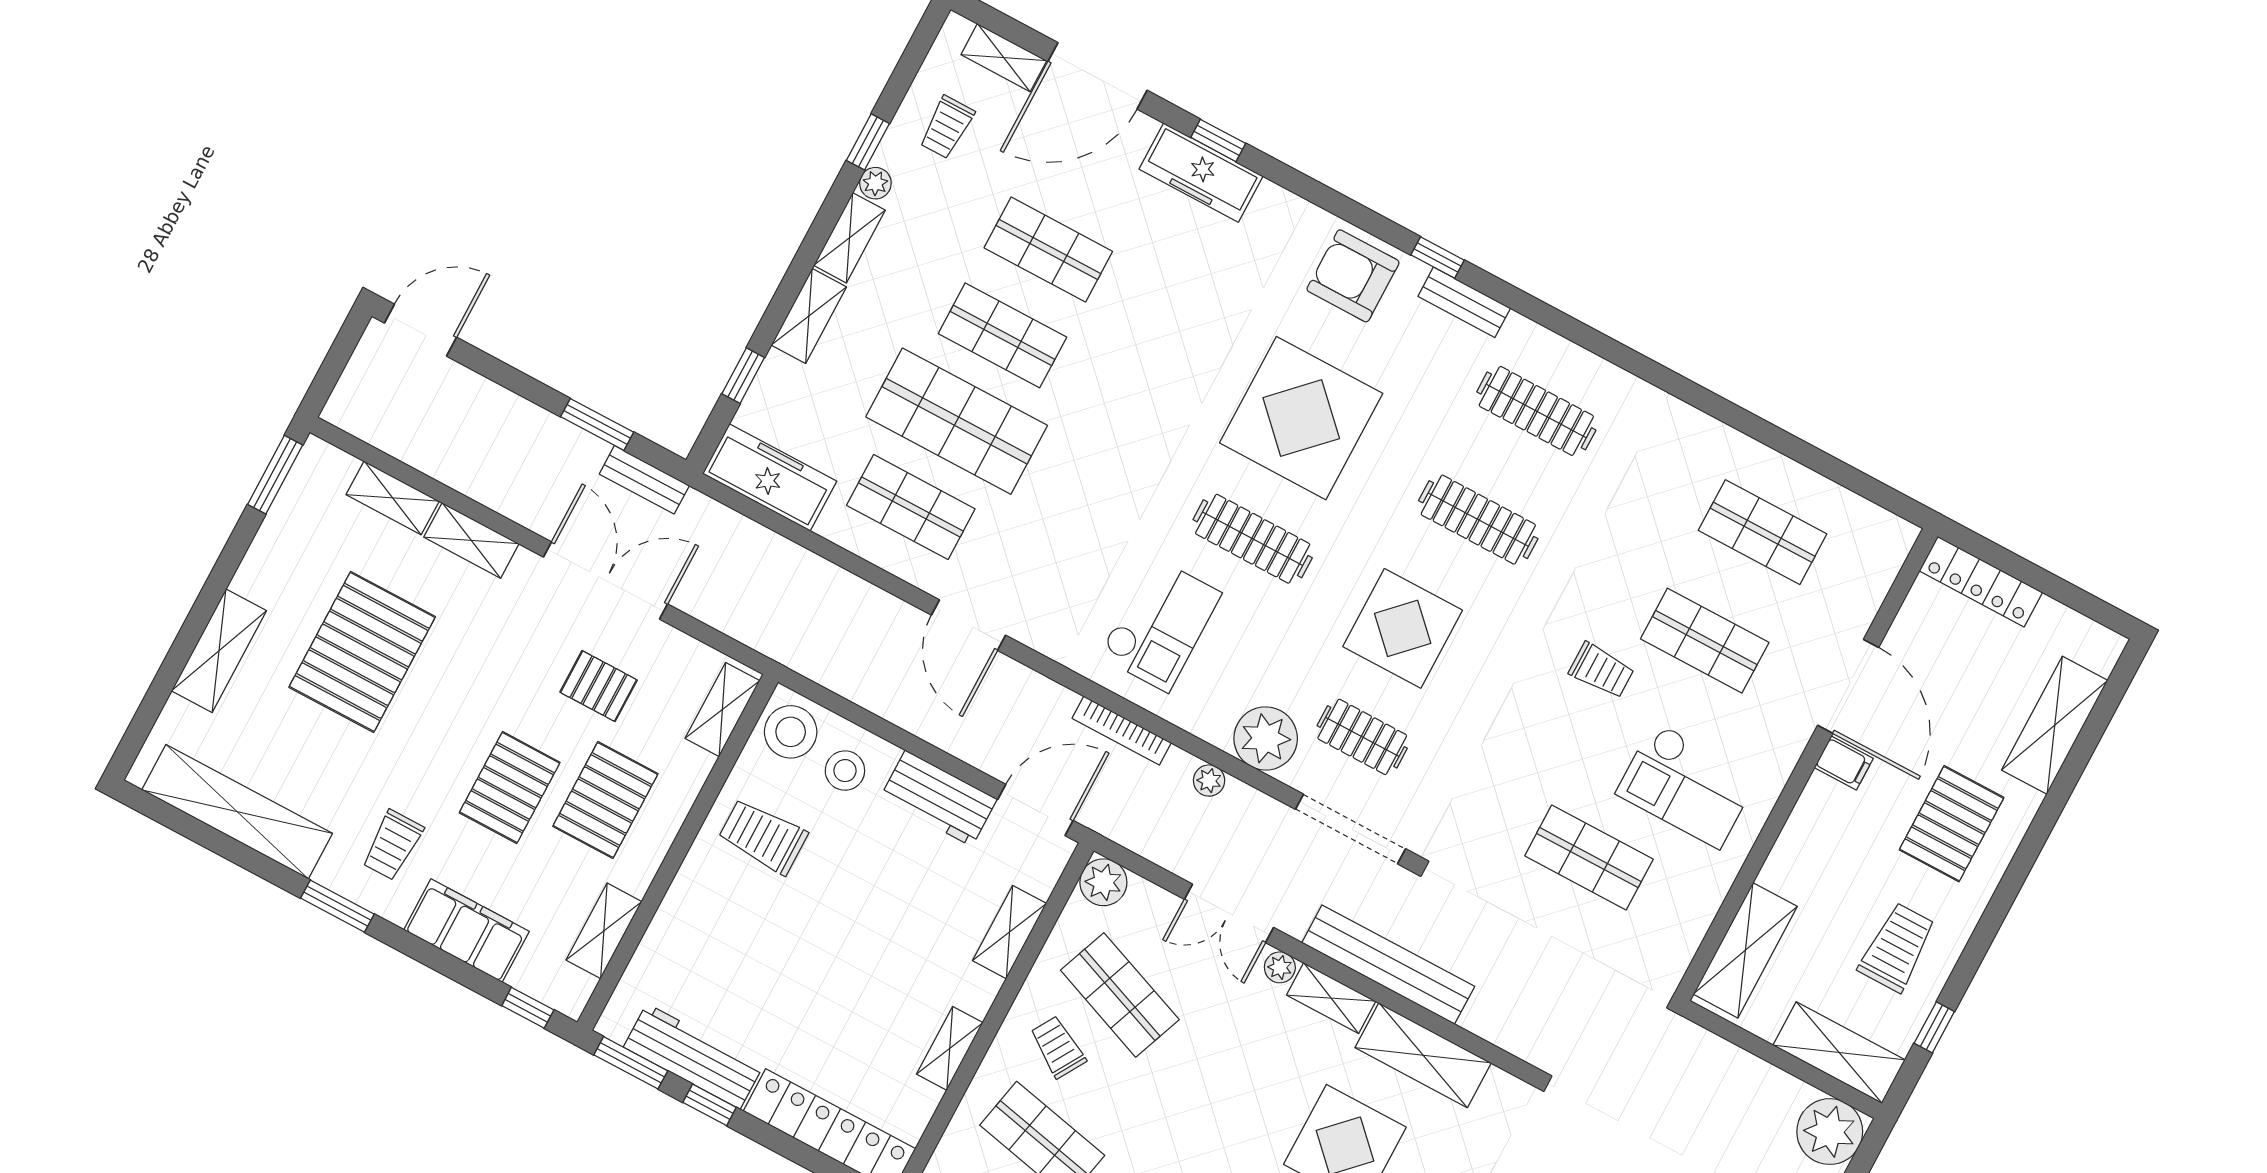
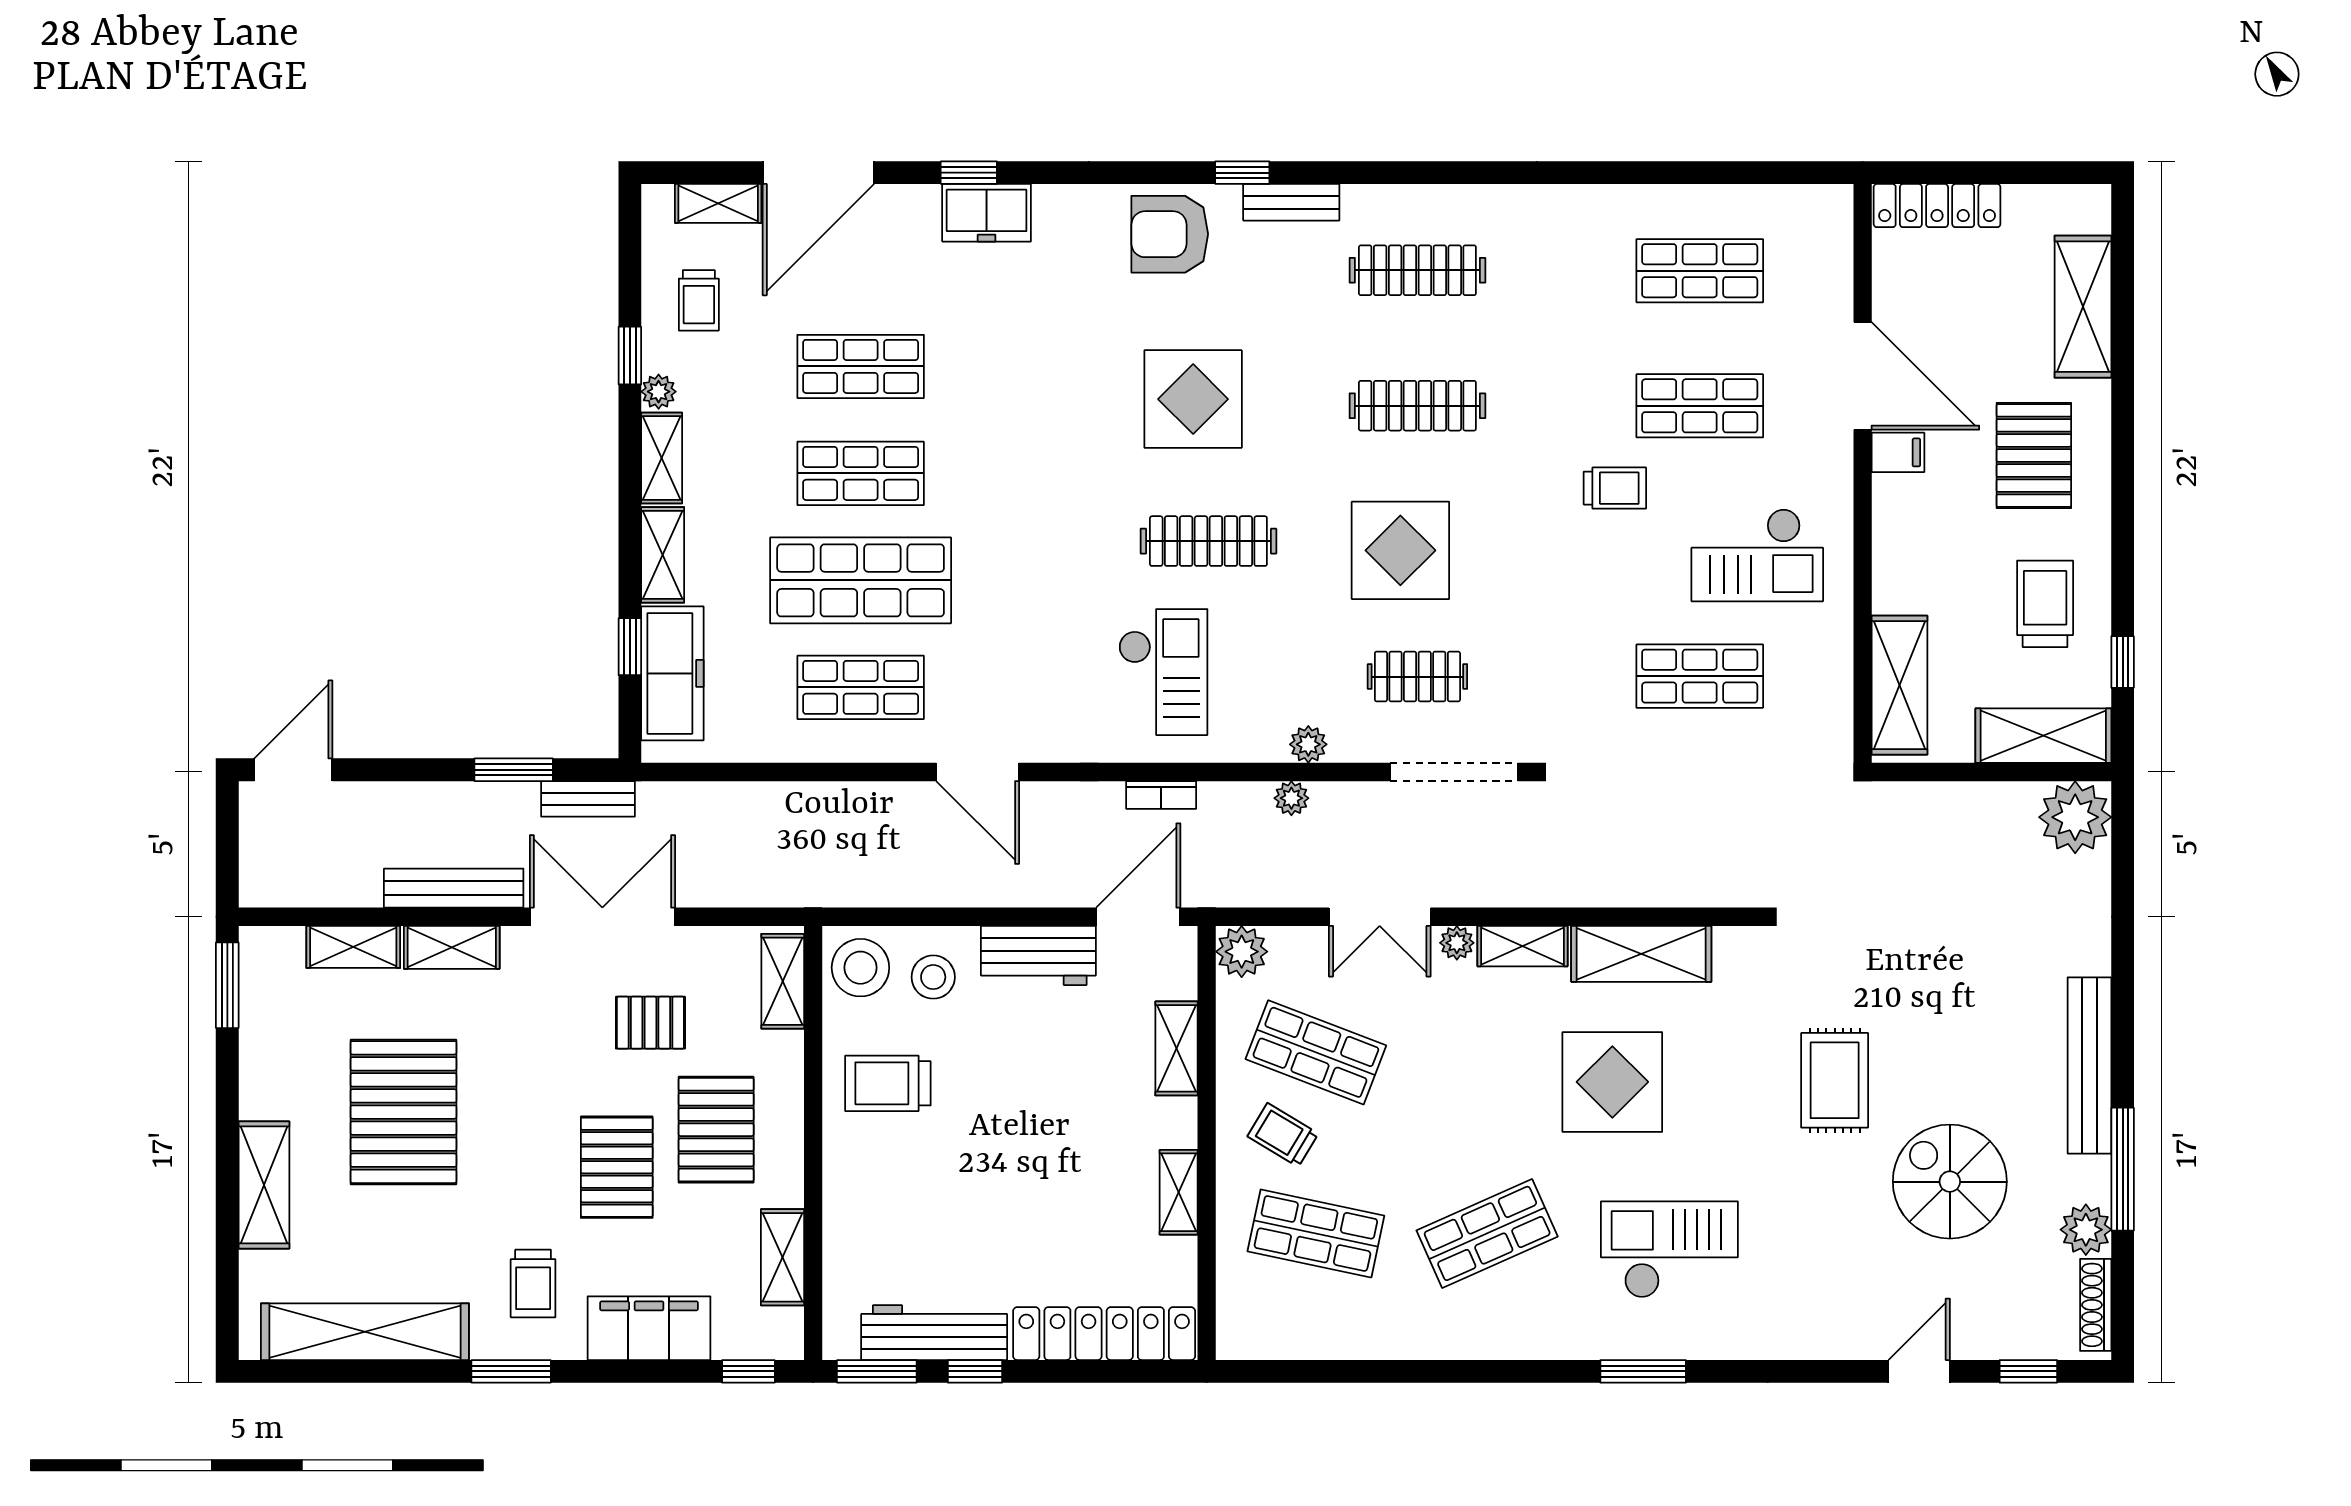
freezer: (1201, 173) -> (987, 213), width x0.71
display table: (1301, 418) -> (1193, 399), width x0.73, depth x0.73
freezer: (770, 477) -> (672, 673), moved, turned 90
bookcase: (1122, 731) -> (1161, 795), width x0.64
plant: (1266, 738) -> (1308, 744), width x0.53, depth x0.53
bench: (1388, 965) -> (454, 888), moved, width x0.73, depth x0.82

